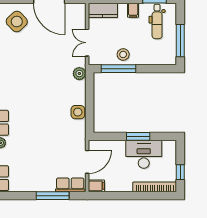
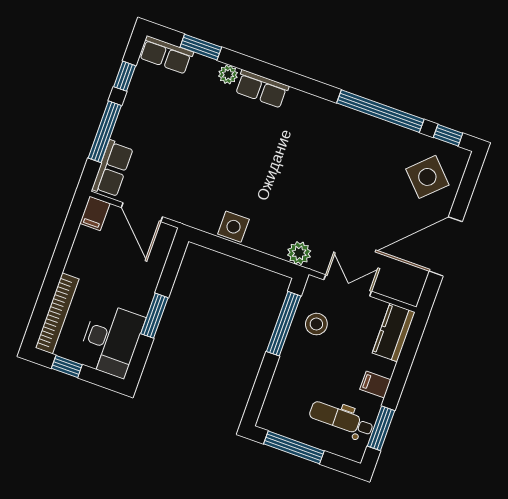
stool: (123, 54) -> (316, 324), moved
desk: (144, 154) -> (111, 340), moved
window: (20, 196) -> (125, 76), added

